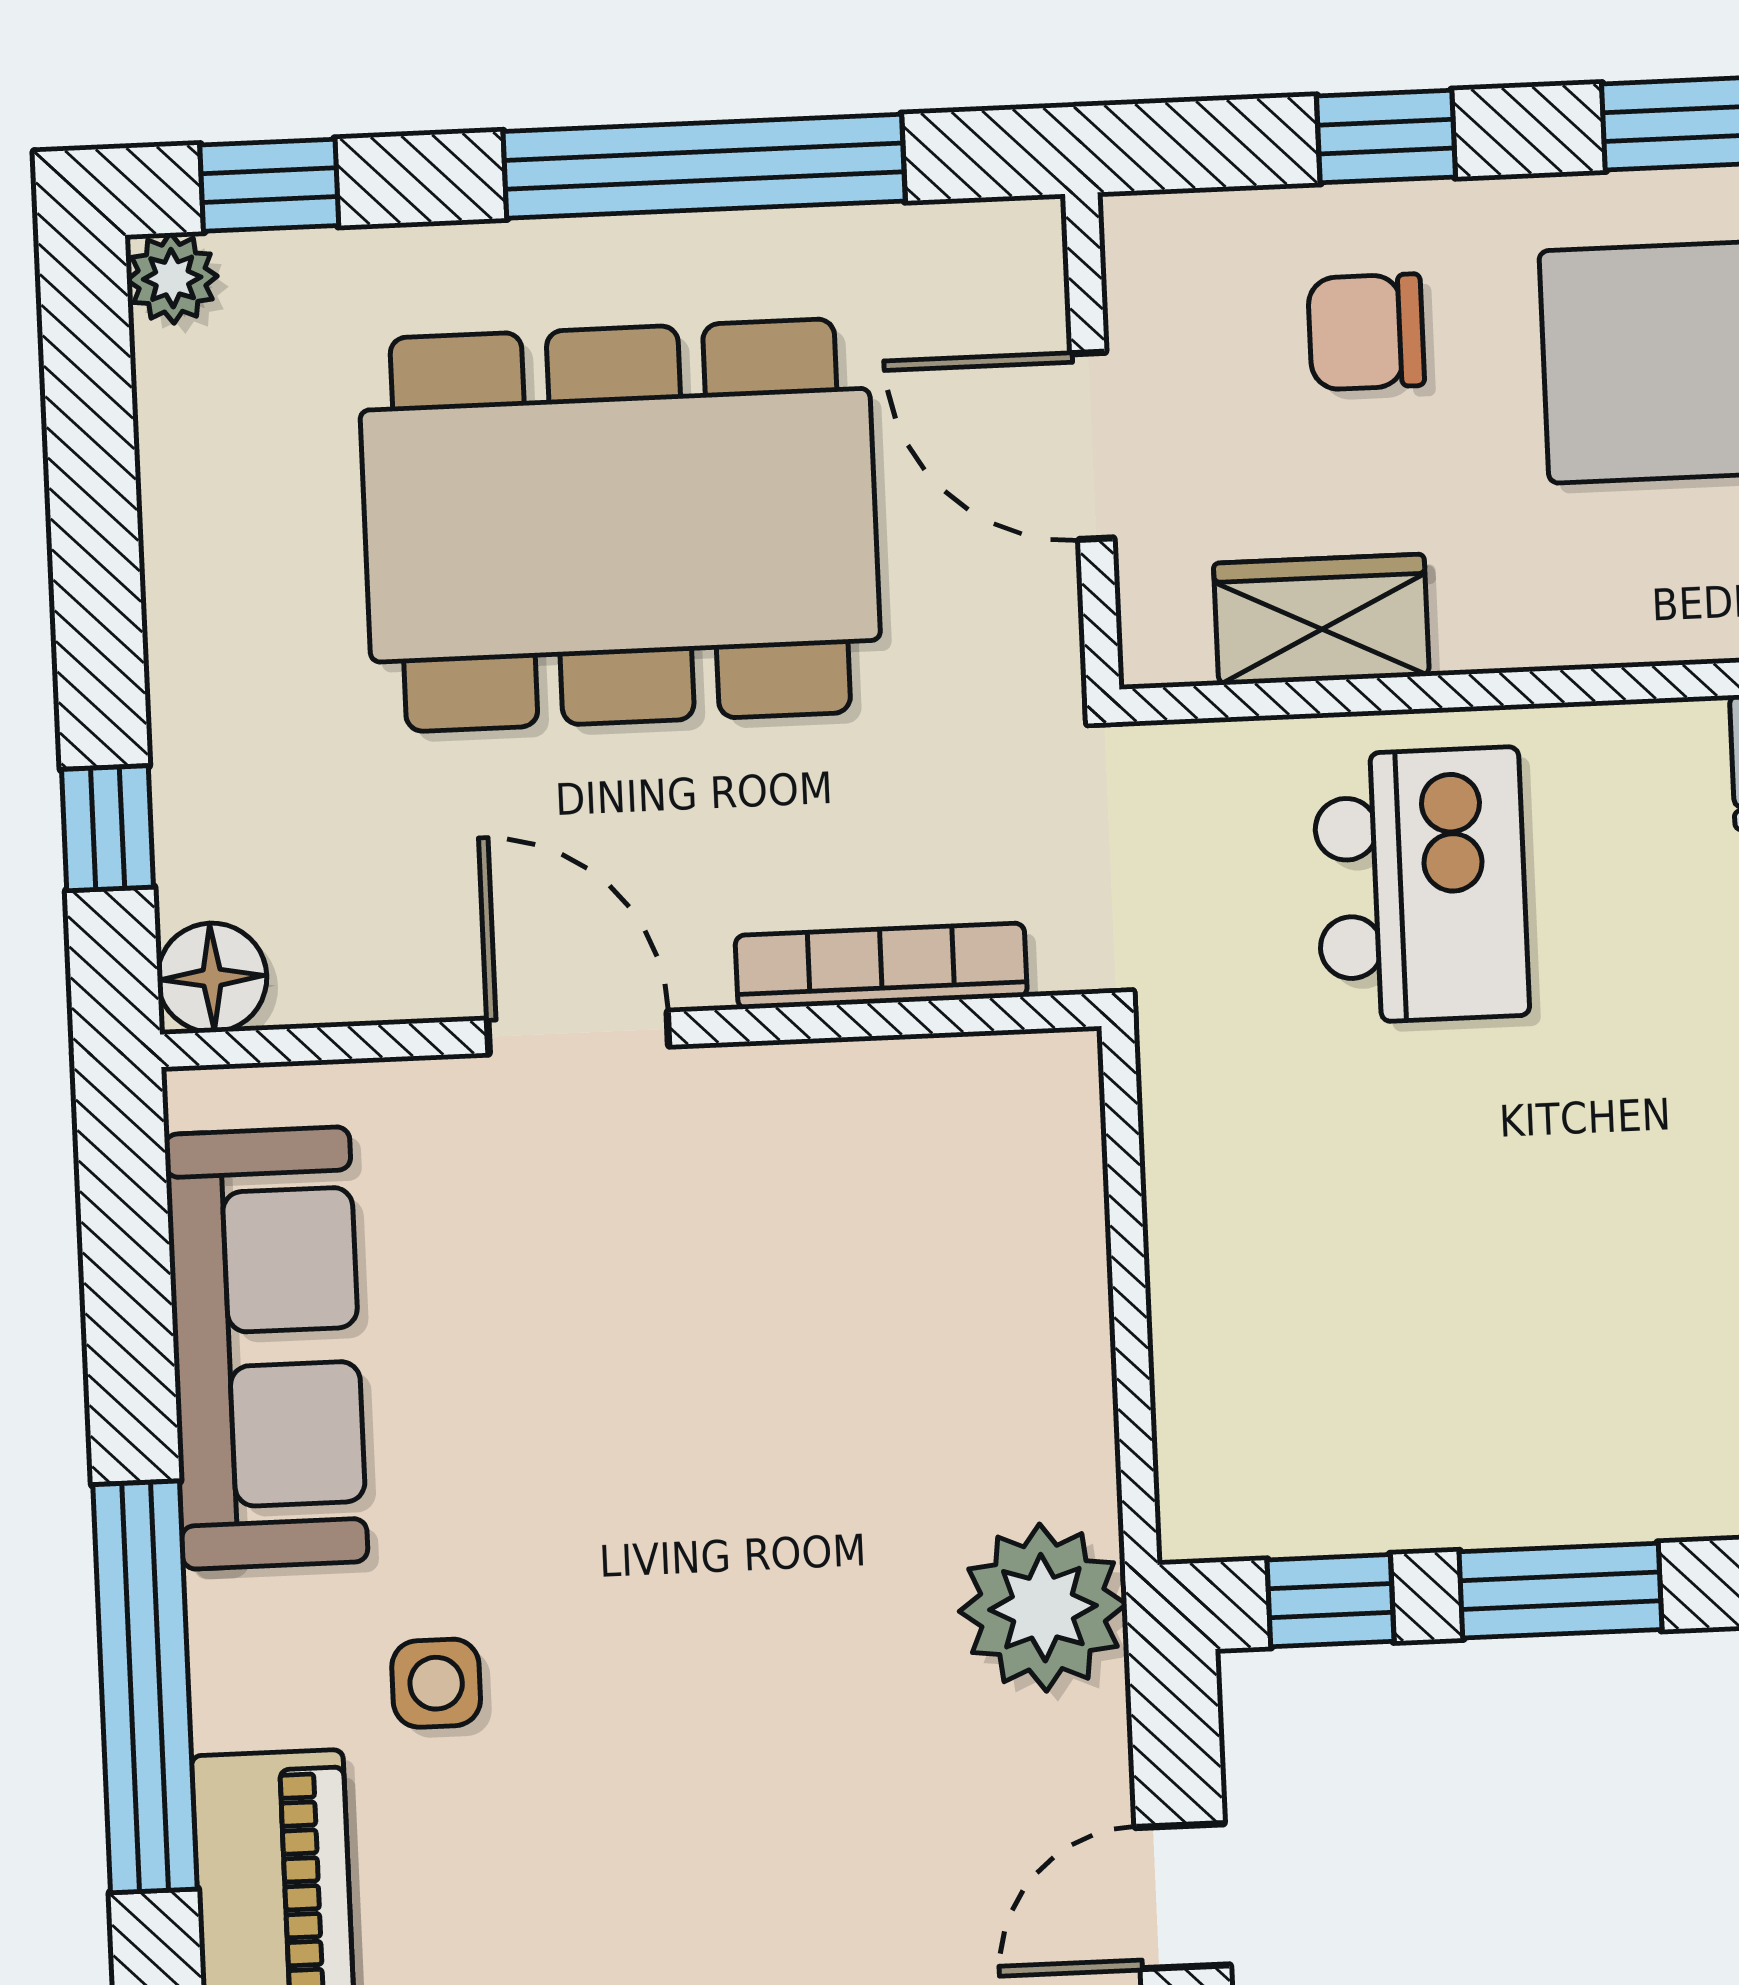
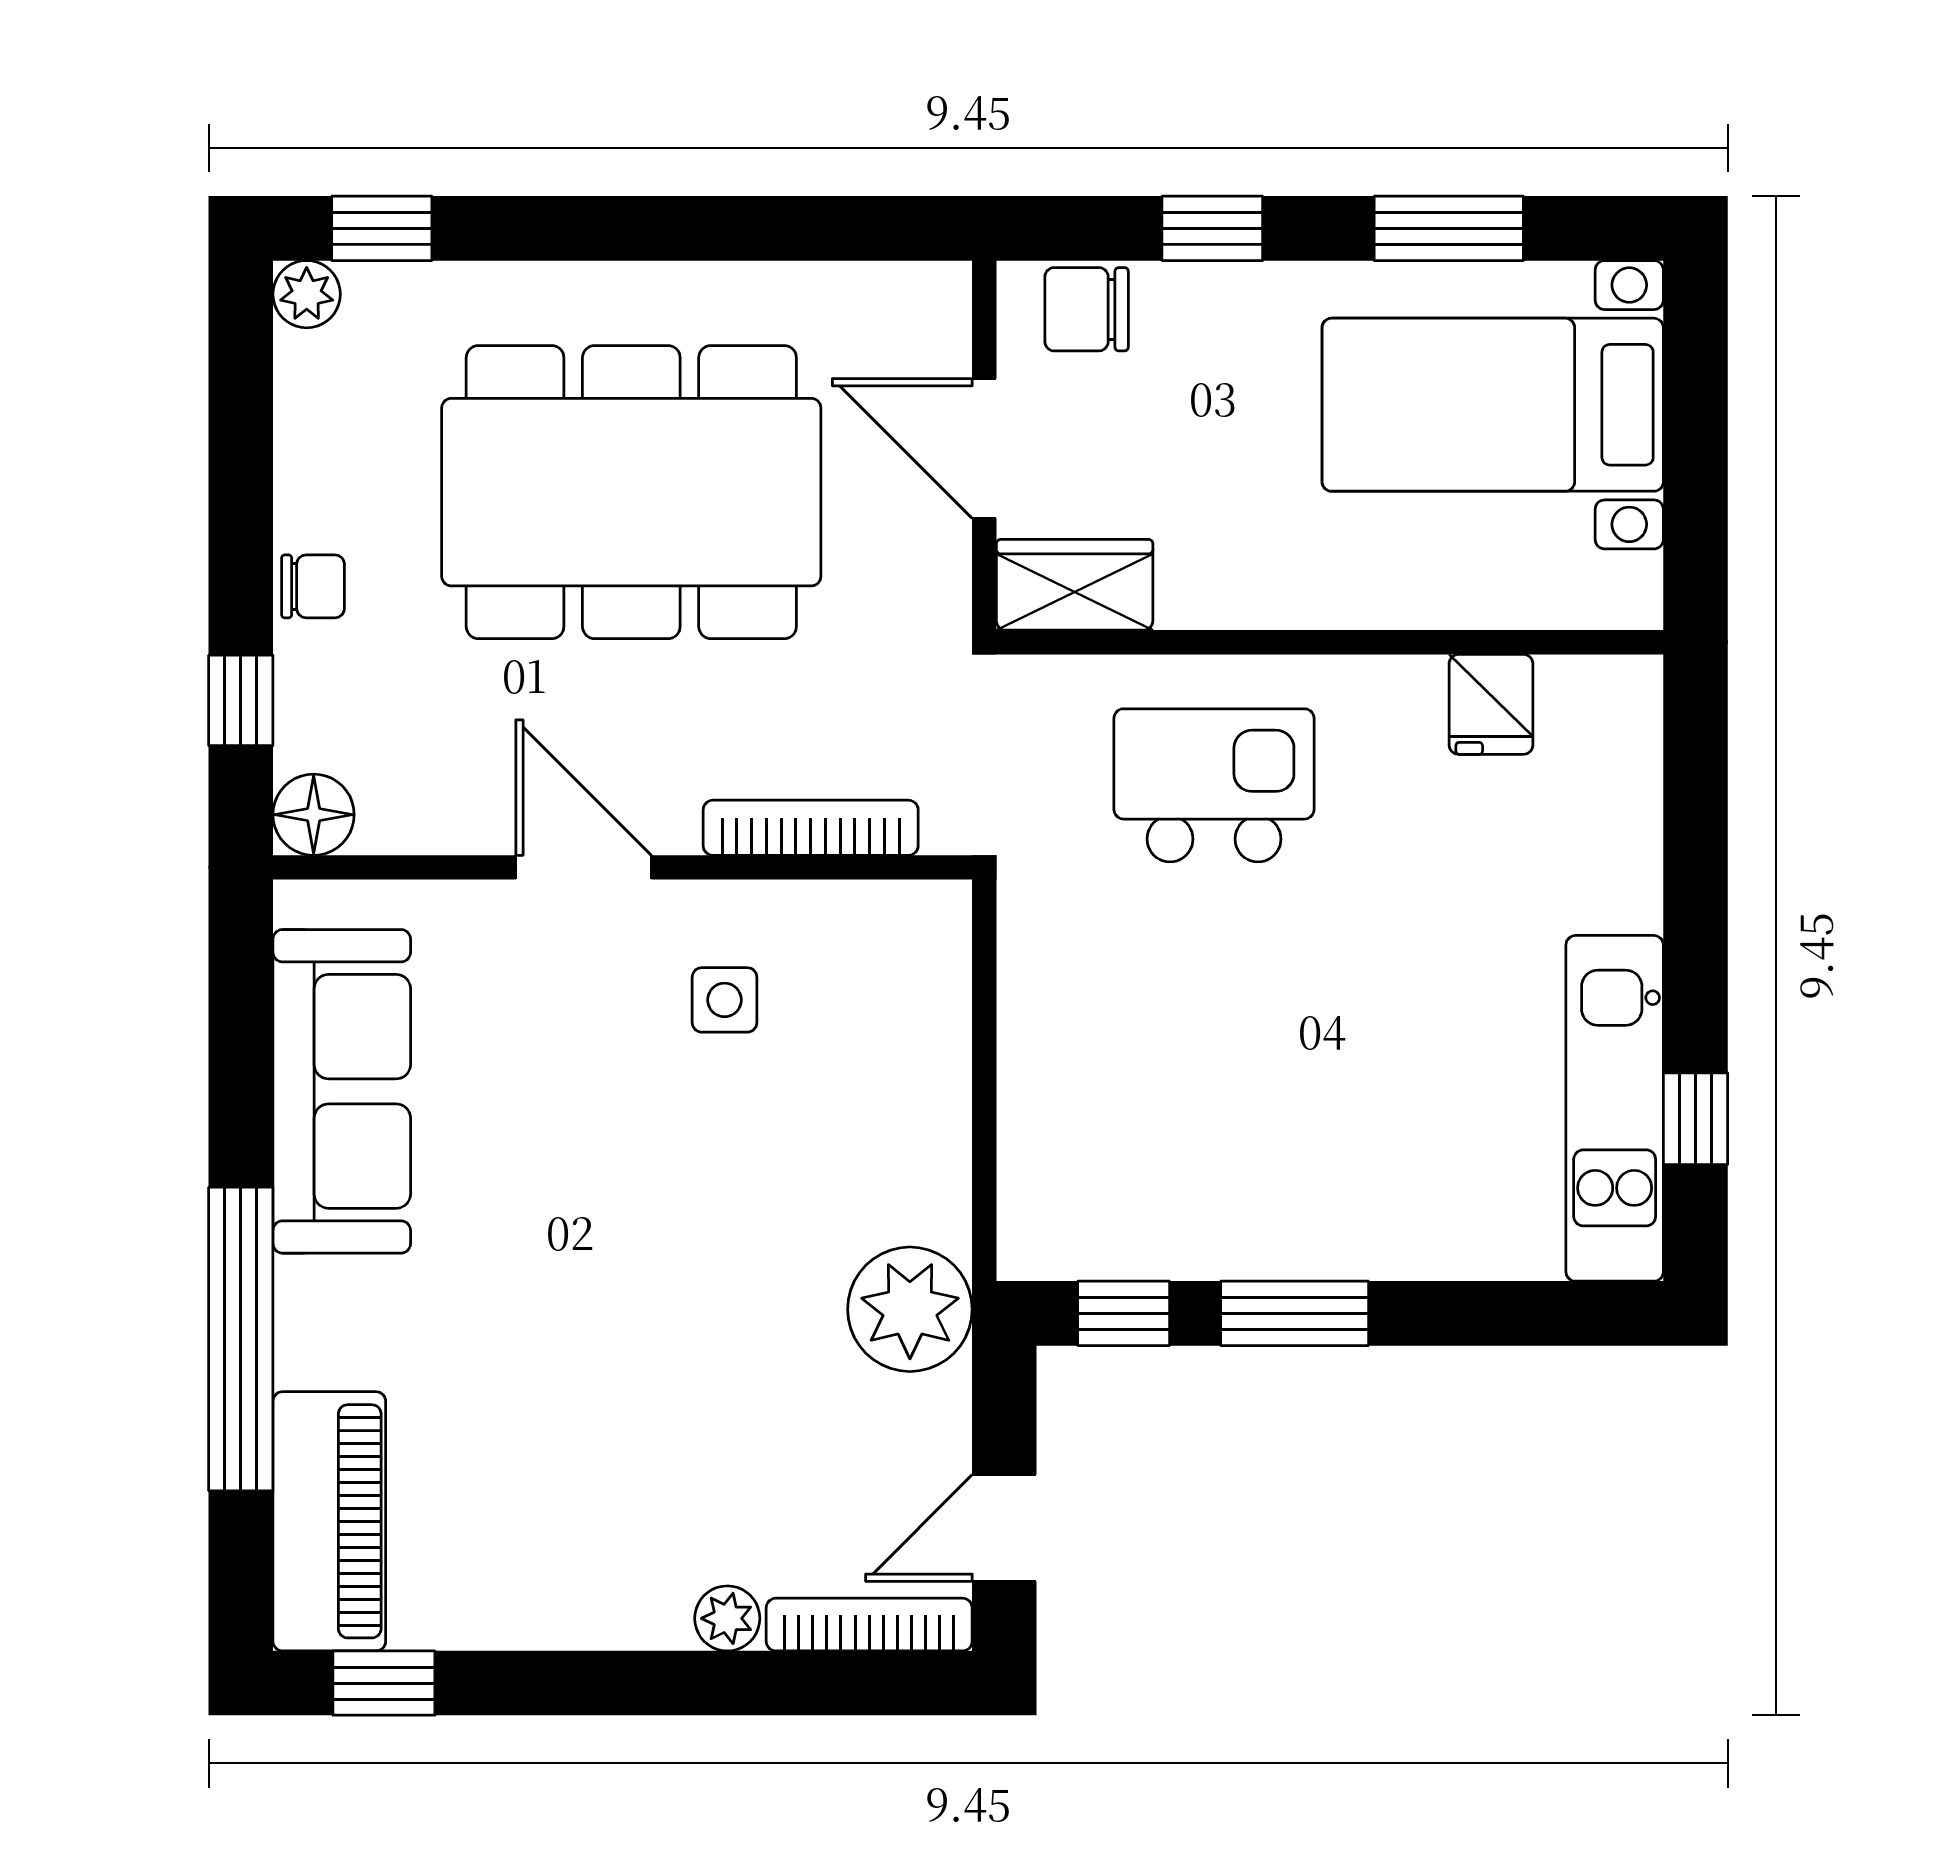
window: (704, 166) -> (705, 228), removed
chair: (1366, 332) -> (1087, 309), moved
wardrobe: (1321, 620) -> (1075, 585), moved
chair: (198, 671) -> (313, 586), added
kitchen island: (1421, 885) -> (1214, 785), turned -90
side table: (436, 1683) -> (725, 1000), moved

